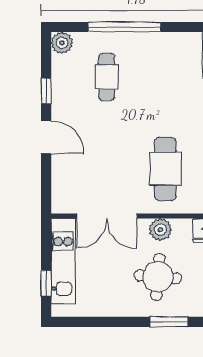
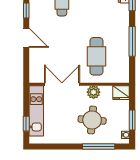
double door: (107, 216) -> (62, 84), swing flipped
window: (169, 322) -> (99, 146), width x1.44

